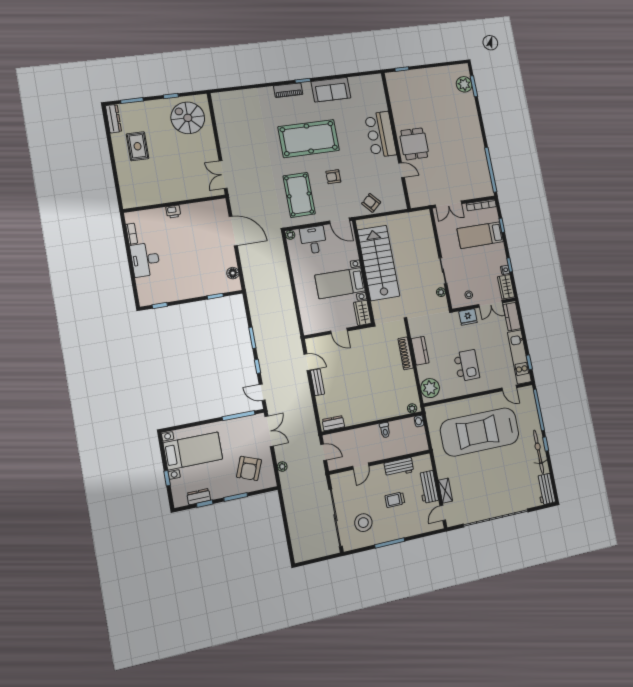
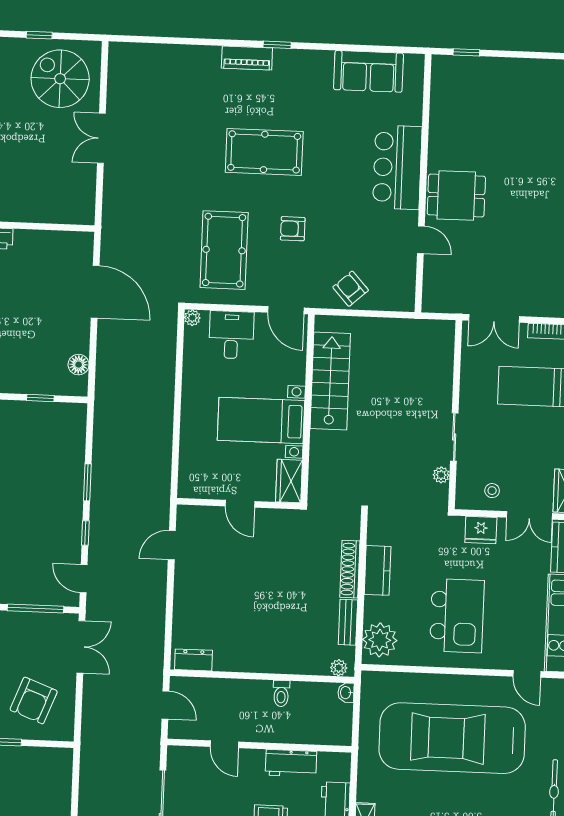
sofa: (331, 90) -> (368, 71), moved
pool table: (309, 139) -> (264, 152), width x0.73, depth x0.76
dining table: (414, 144) -> (456, 196), turned 90
double door: (223, 175) -> (101, 138), moved
stairs: (379, 263) -> (330, 381), width x0.73, depth x0.66
door: (307, 362) -> (172, 545), swing flipped
kitchen island: (467, 365) -> (457, 616), width x1.37, depth x1.28
bench: (318, 382) -> (348, 622), moved
door: (361, 466) -> (224, 744), hinge flipped
plant: (282, 467) -> (90, 711), removed

